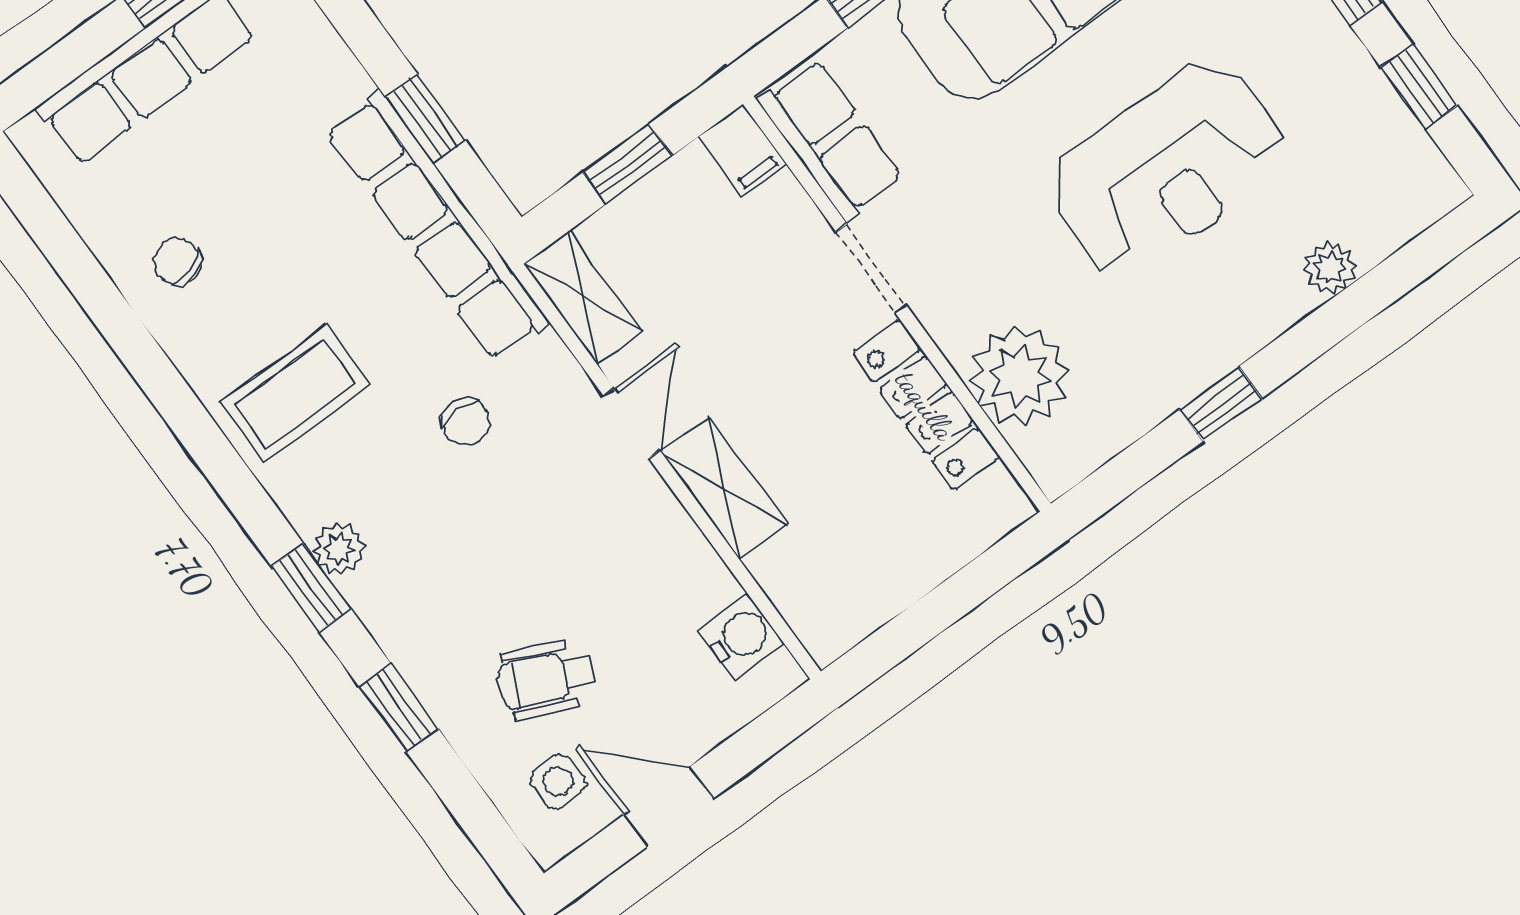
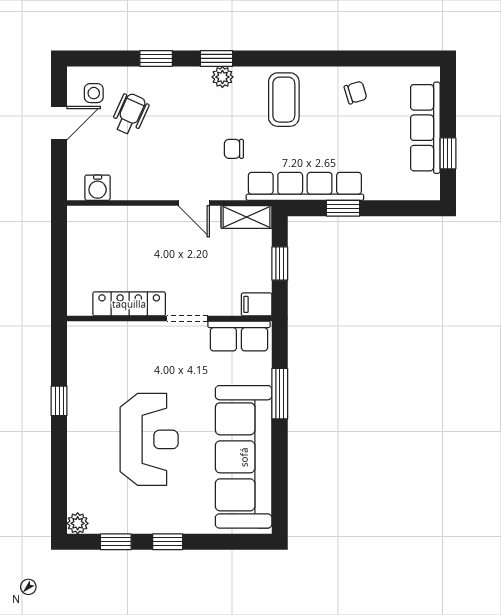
reception desk: (1167, 169) -> (149, 439), turned 180
plant: (1330, 268) -> (78, 523), moved
plant: (1019, 376) -> (117, 342), removed
shelving: (724, 488) -> (150, 218), removed

